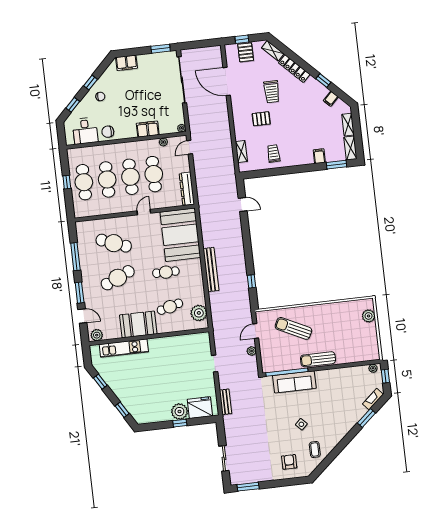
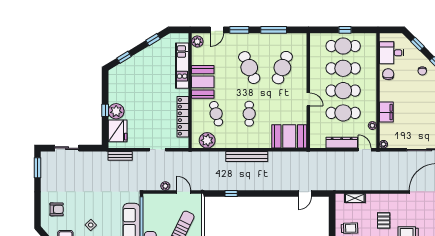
dresser: (187, 189) -> (342, 143), moved
booth: (180, 235) -> (289, 136), width x0.73, depth x0.70
locker: (177, 341) -> (183, 117), added

